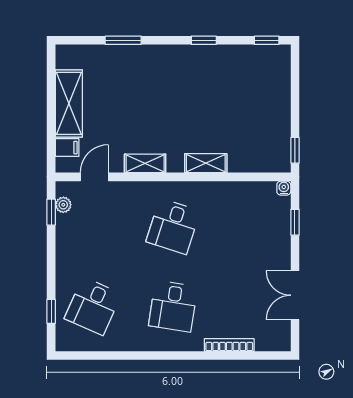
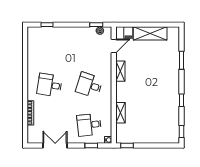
shelving: (206, 163) -> (120, 113), moved
door: (94, 177) -> (114, 46), hinge flipped
desk: (93, 306) -> (89, 125), moved, turned -30

